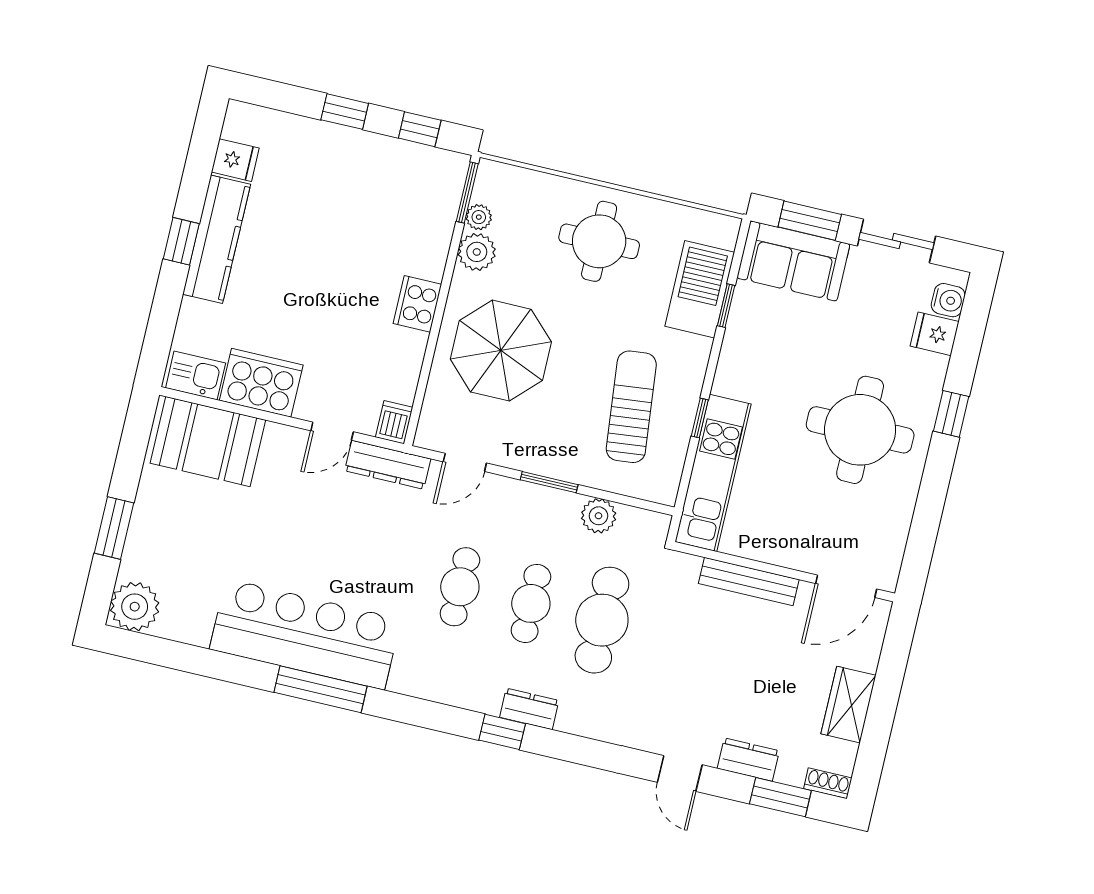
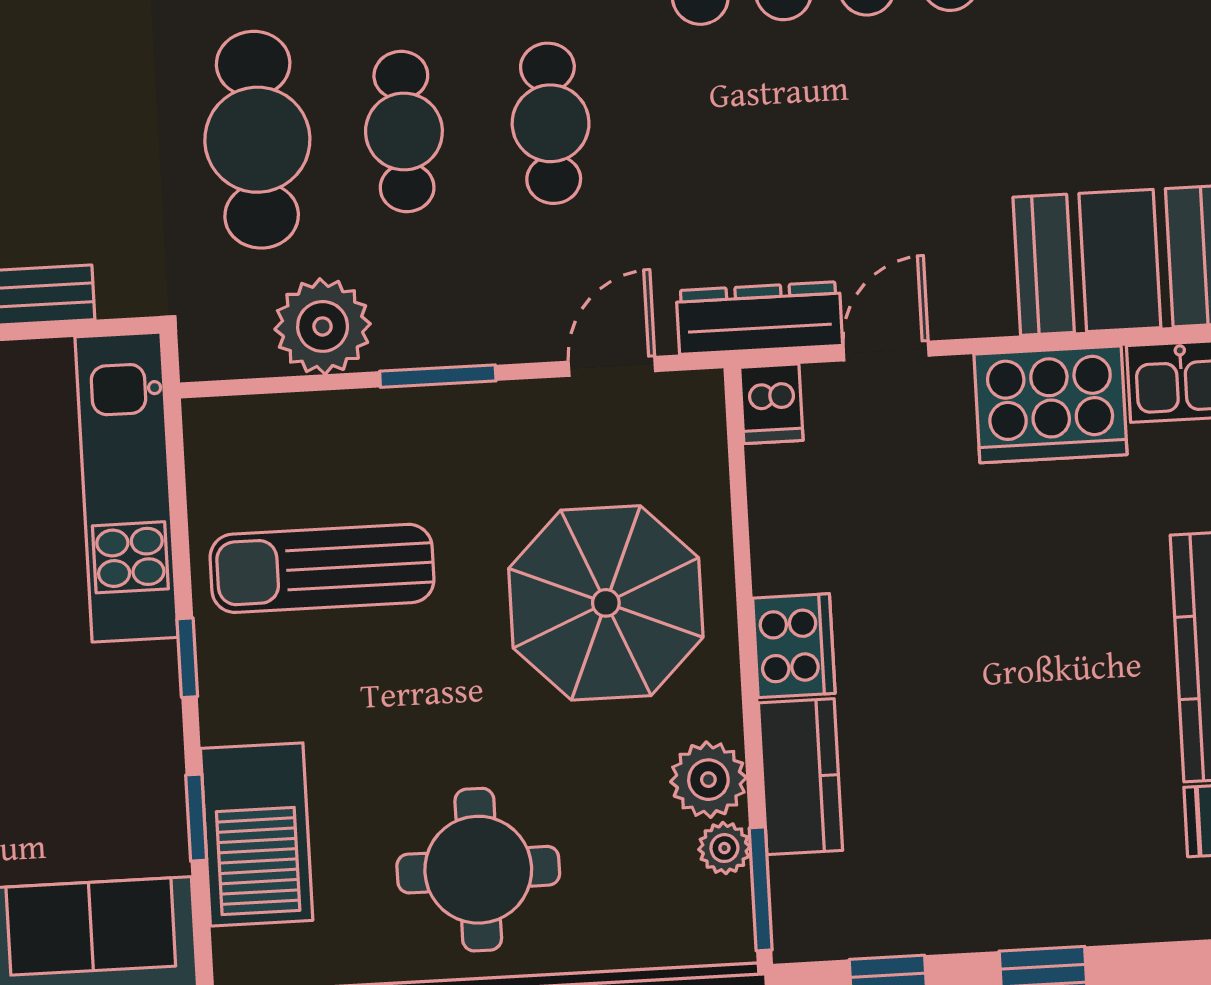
kitchen counter: (432, 240) -> (801, 777), added
sun lounger: (631, 407) -> (322, 568), turned 96
window: (700, 418) -> (187, 658), moved
plant: (599, 516) -> (323, 326), width x1.36, depth x1.36

